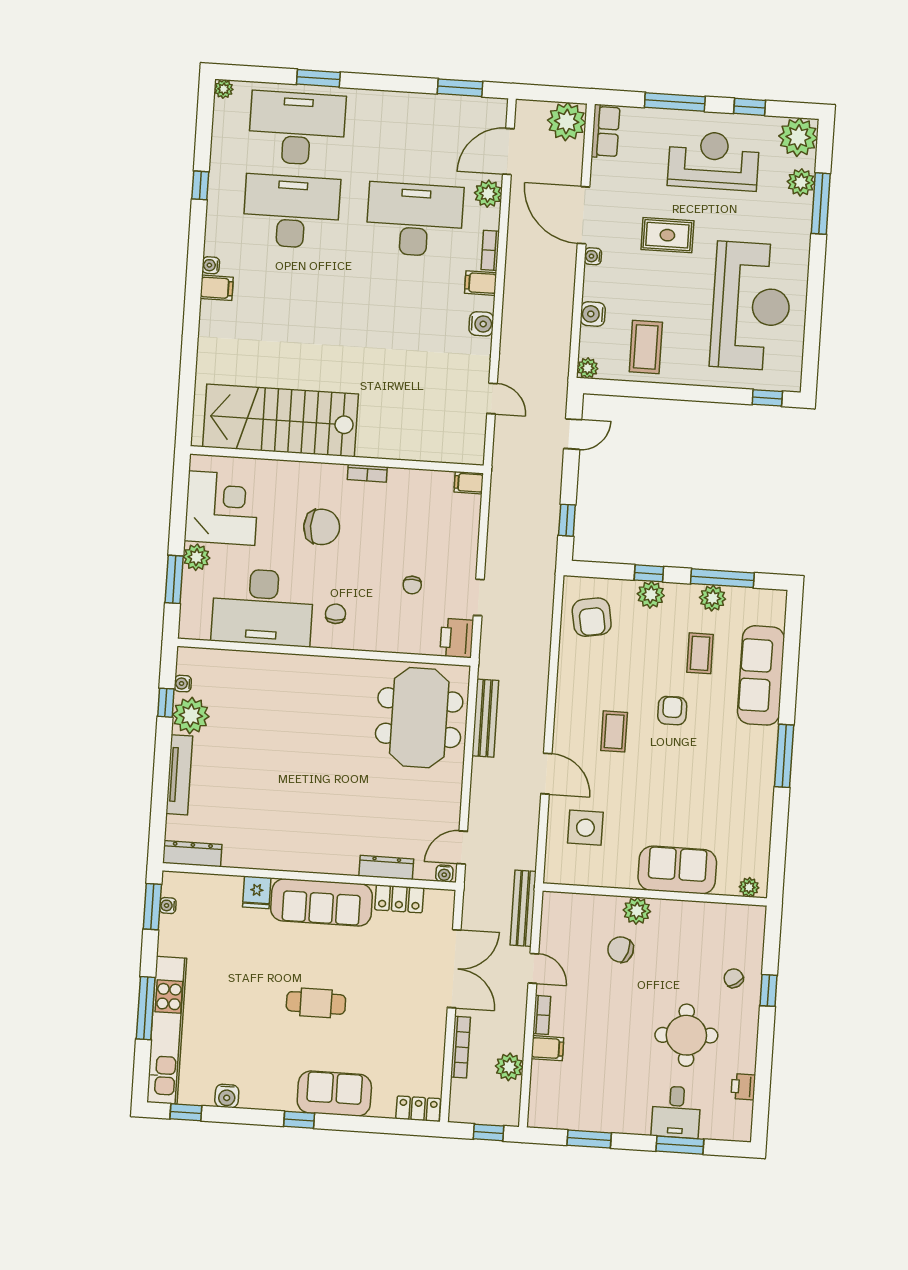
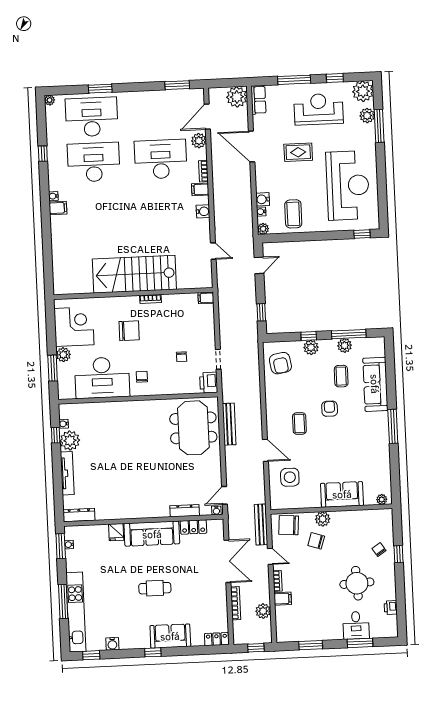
water cooler: (593, 256) -> (261, 212), moved
stairs: (280, 421) -> (134, 274), moved
chair: (573, 915) -> (289, 525), added

